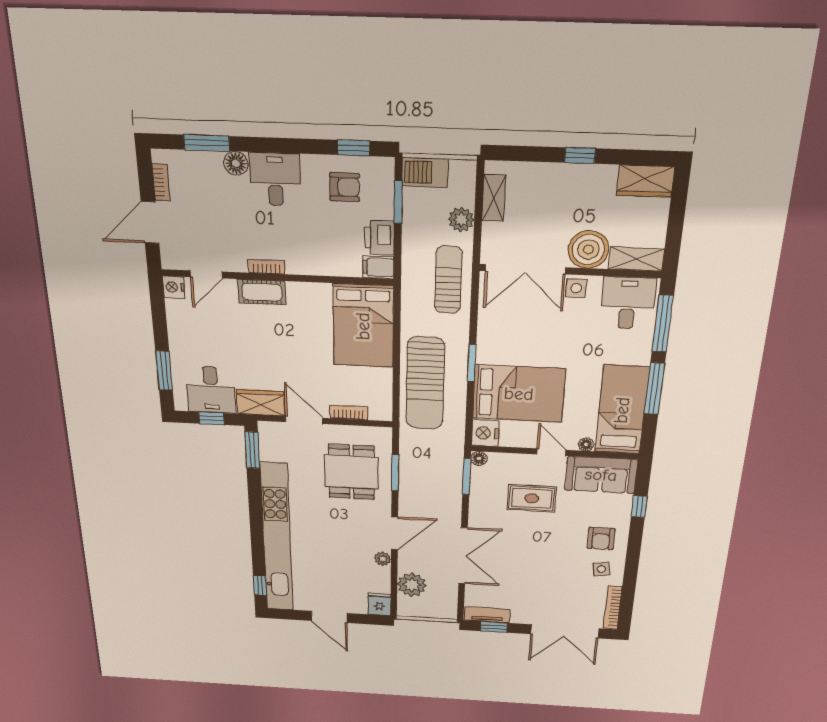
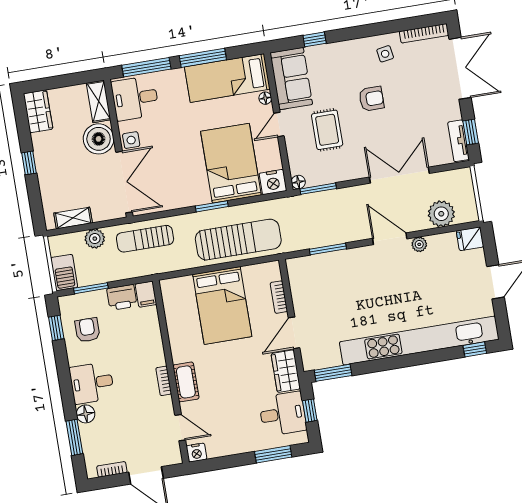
bed: (363, 326) -> (222, 305), moved, turned 90
dining table: (351, 472) -> (336, 286), removed
armchair: (601, 539) -> (371, 99), moved

